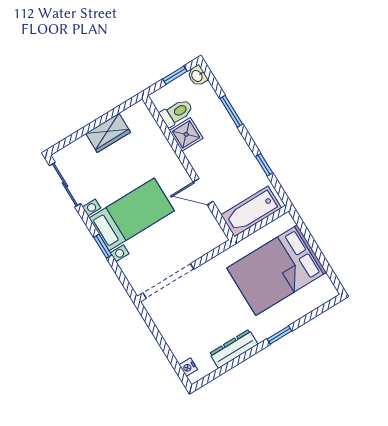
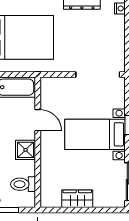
shower: (186, 134) -> (26, 150), moved

